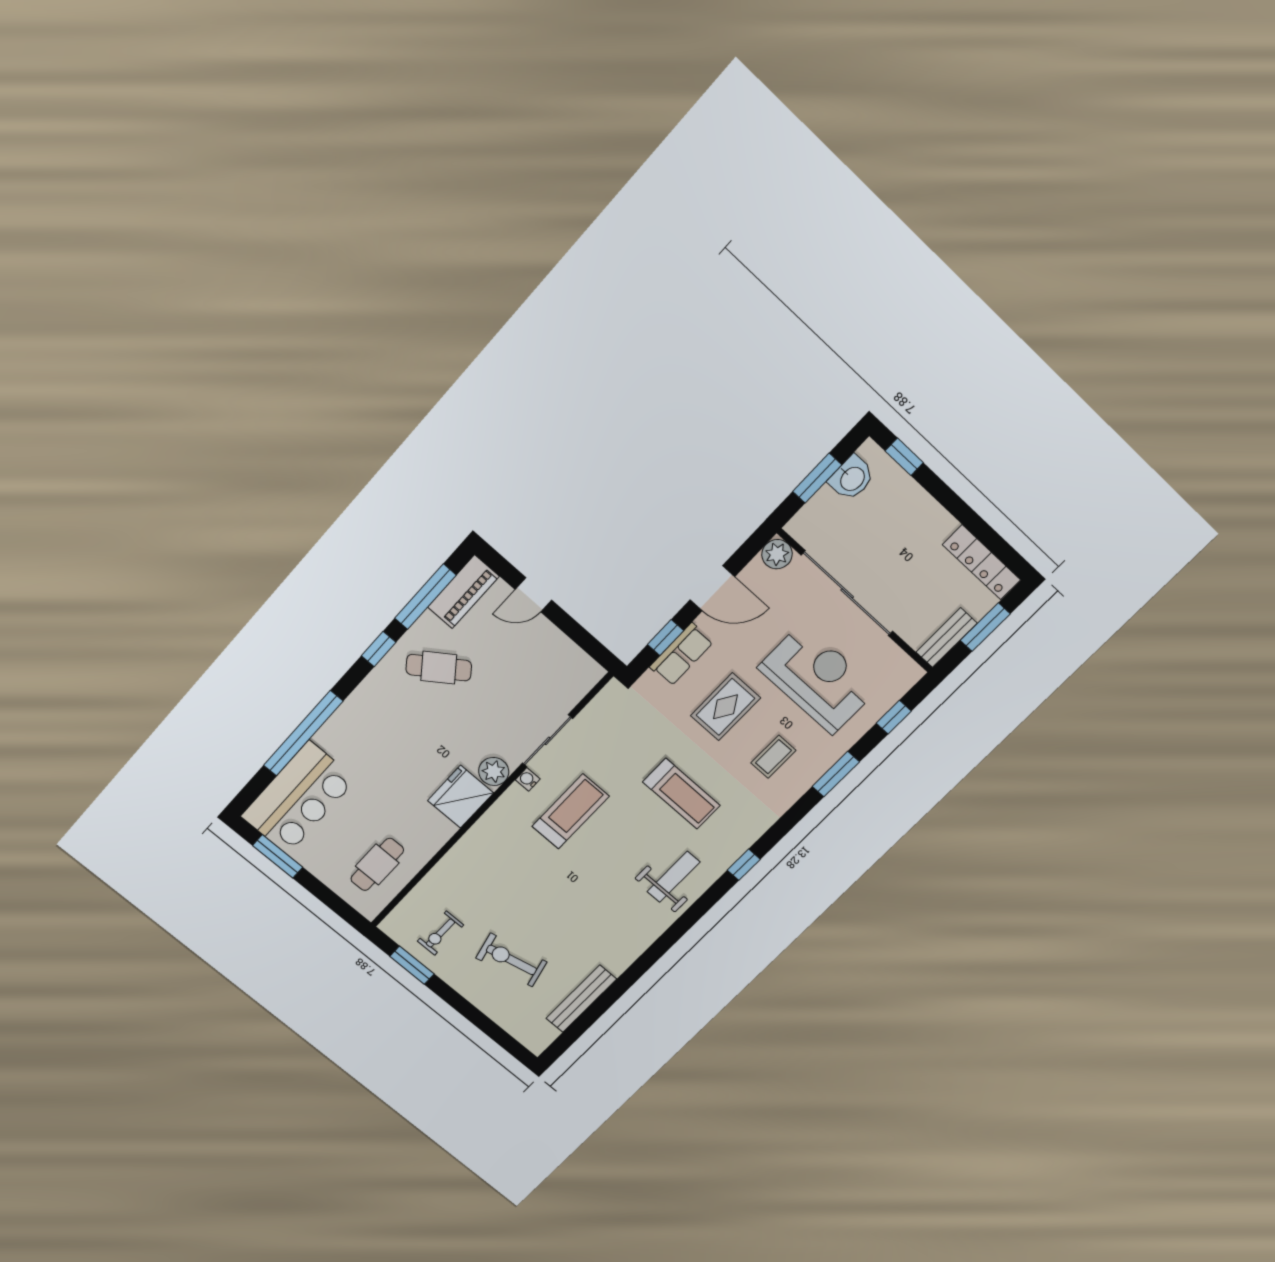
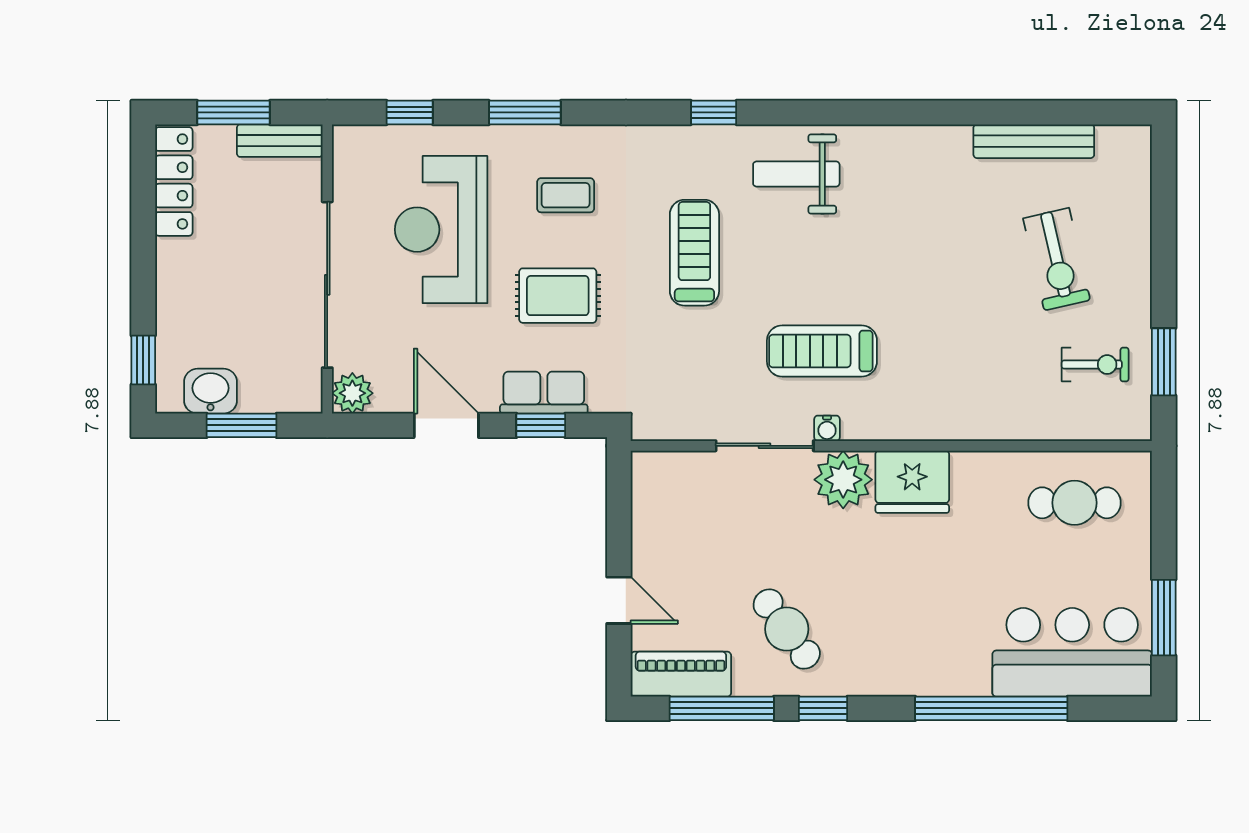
plant: (494, 771) -> (843, 480), width x1.36, depth x1.36

